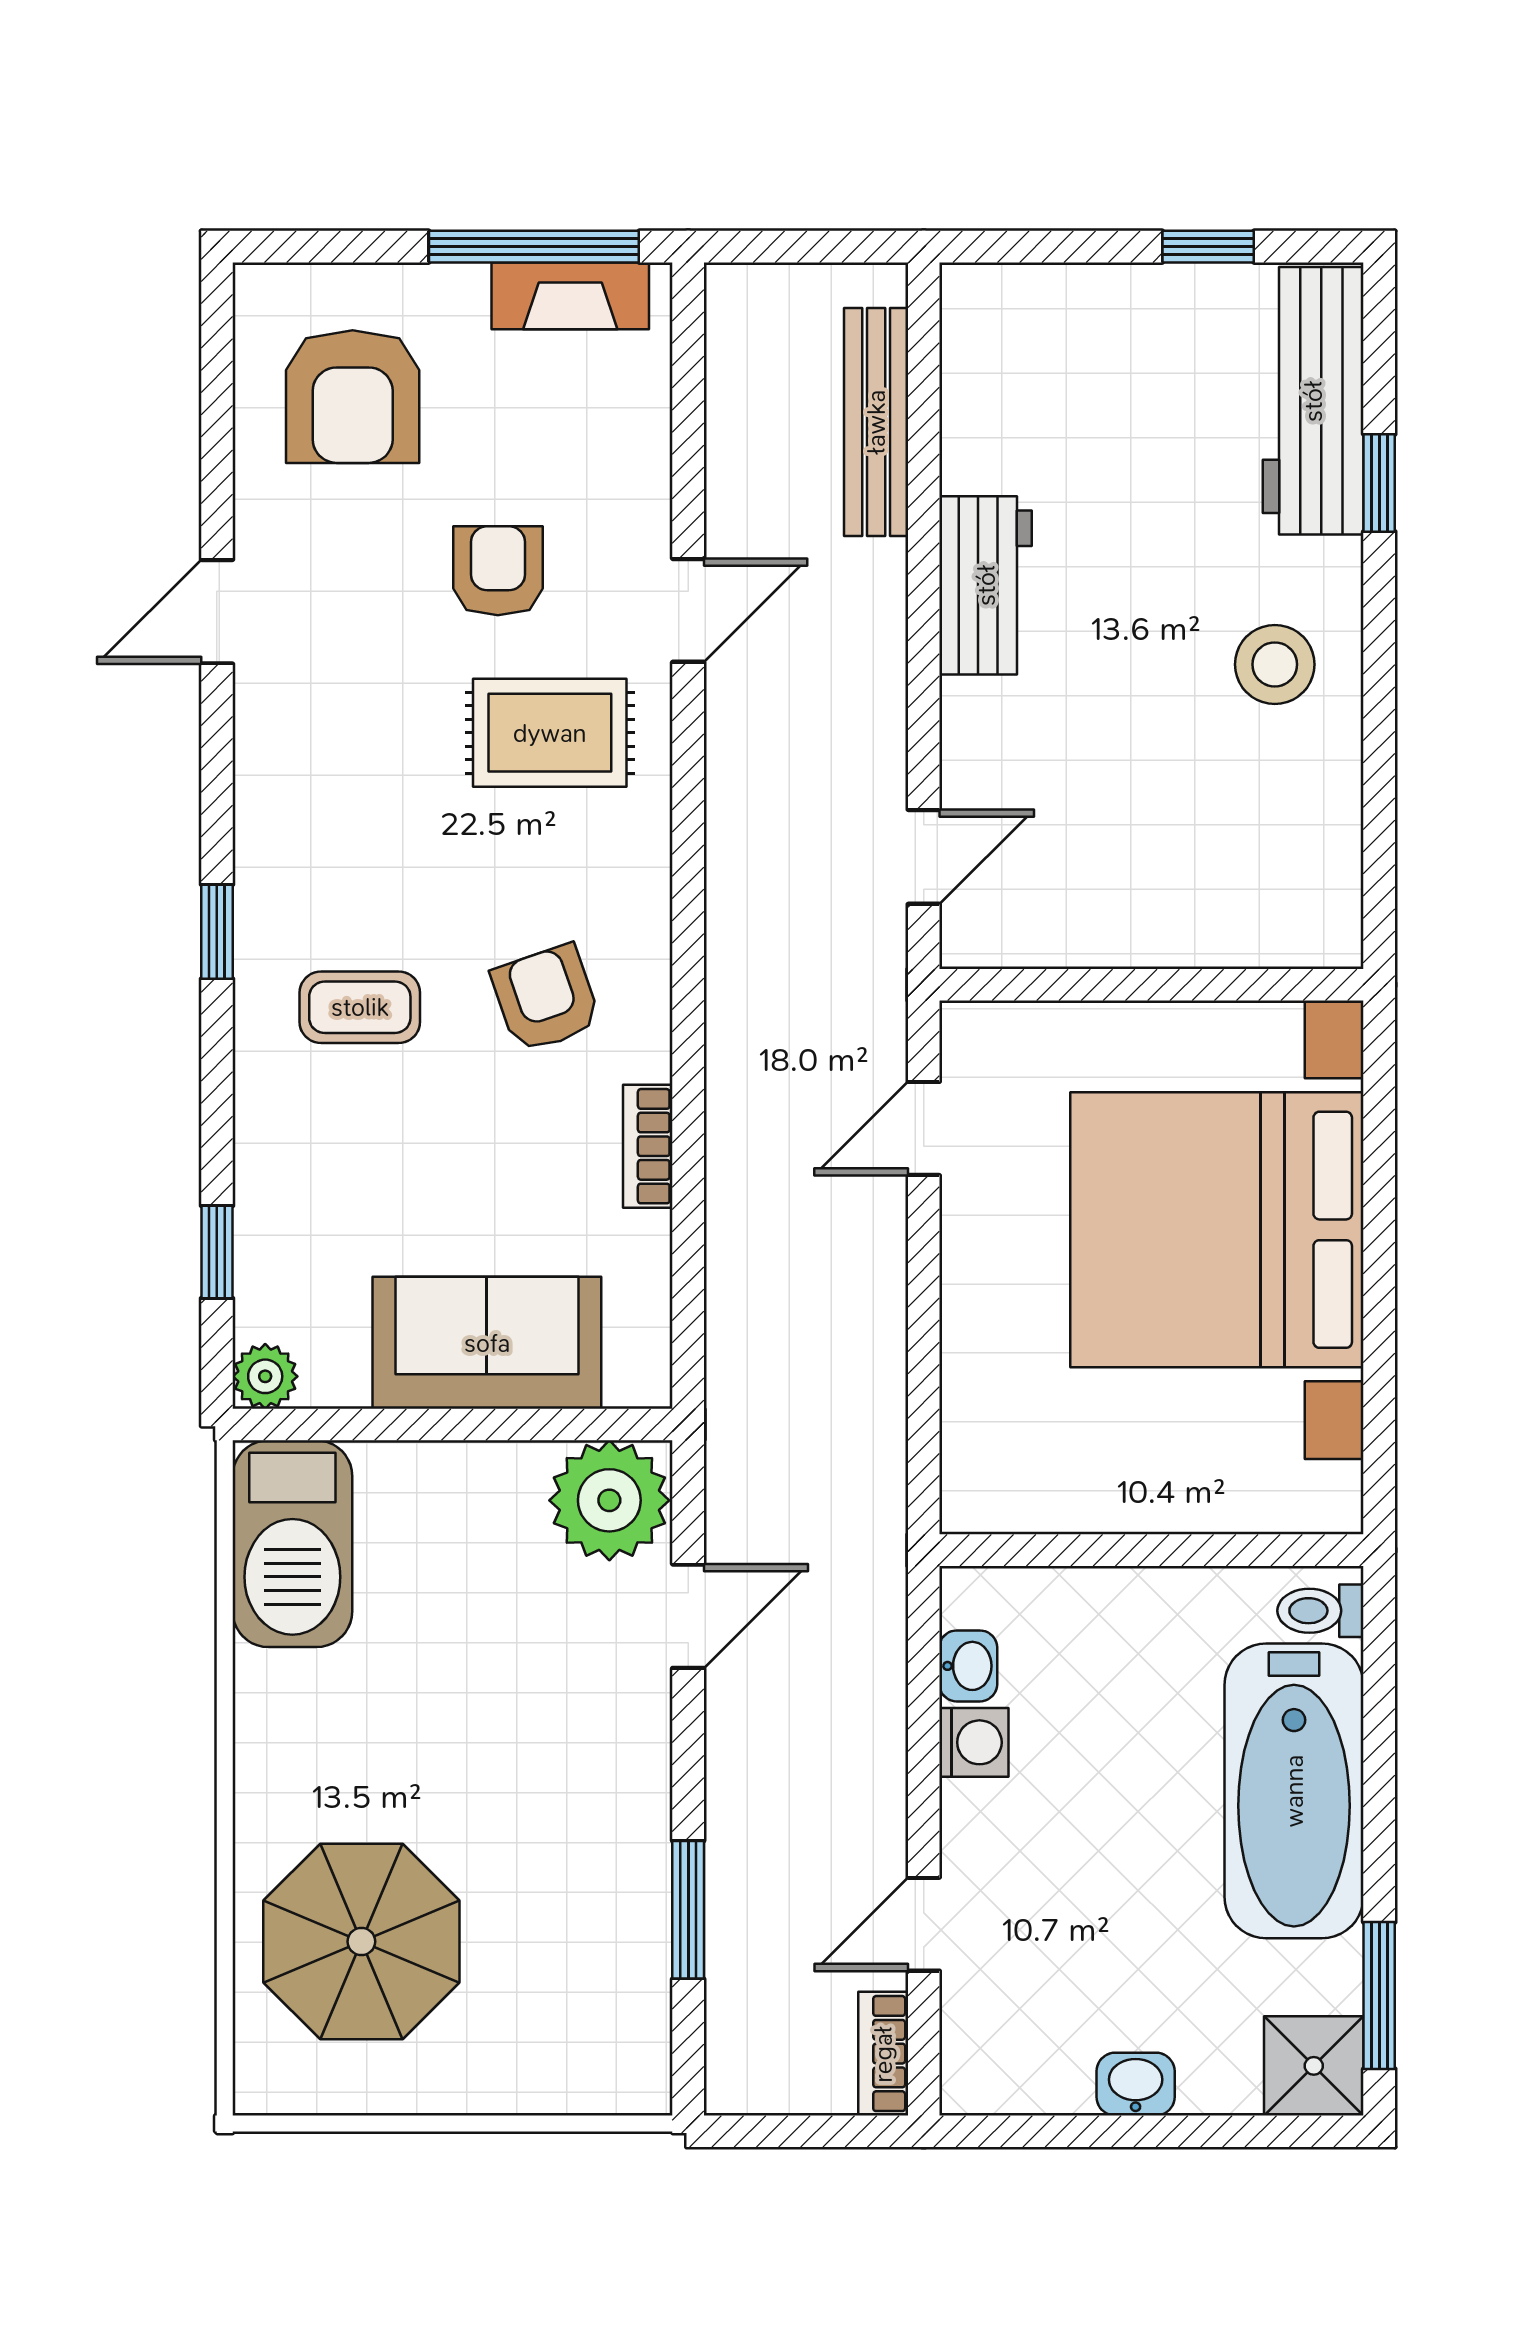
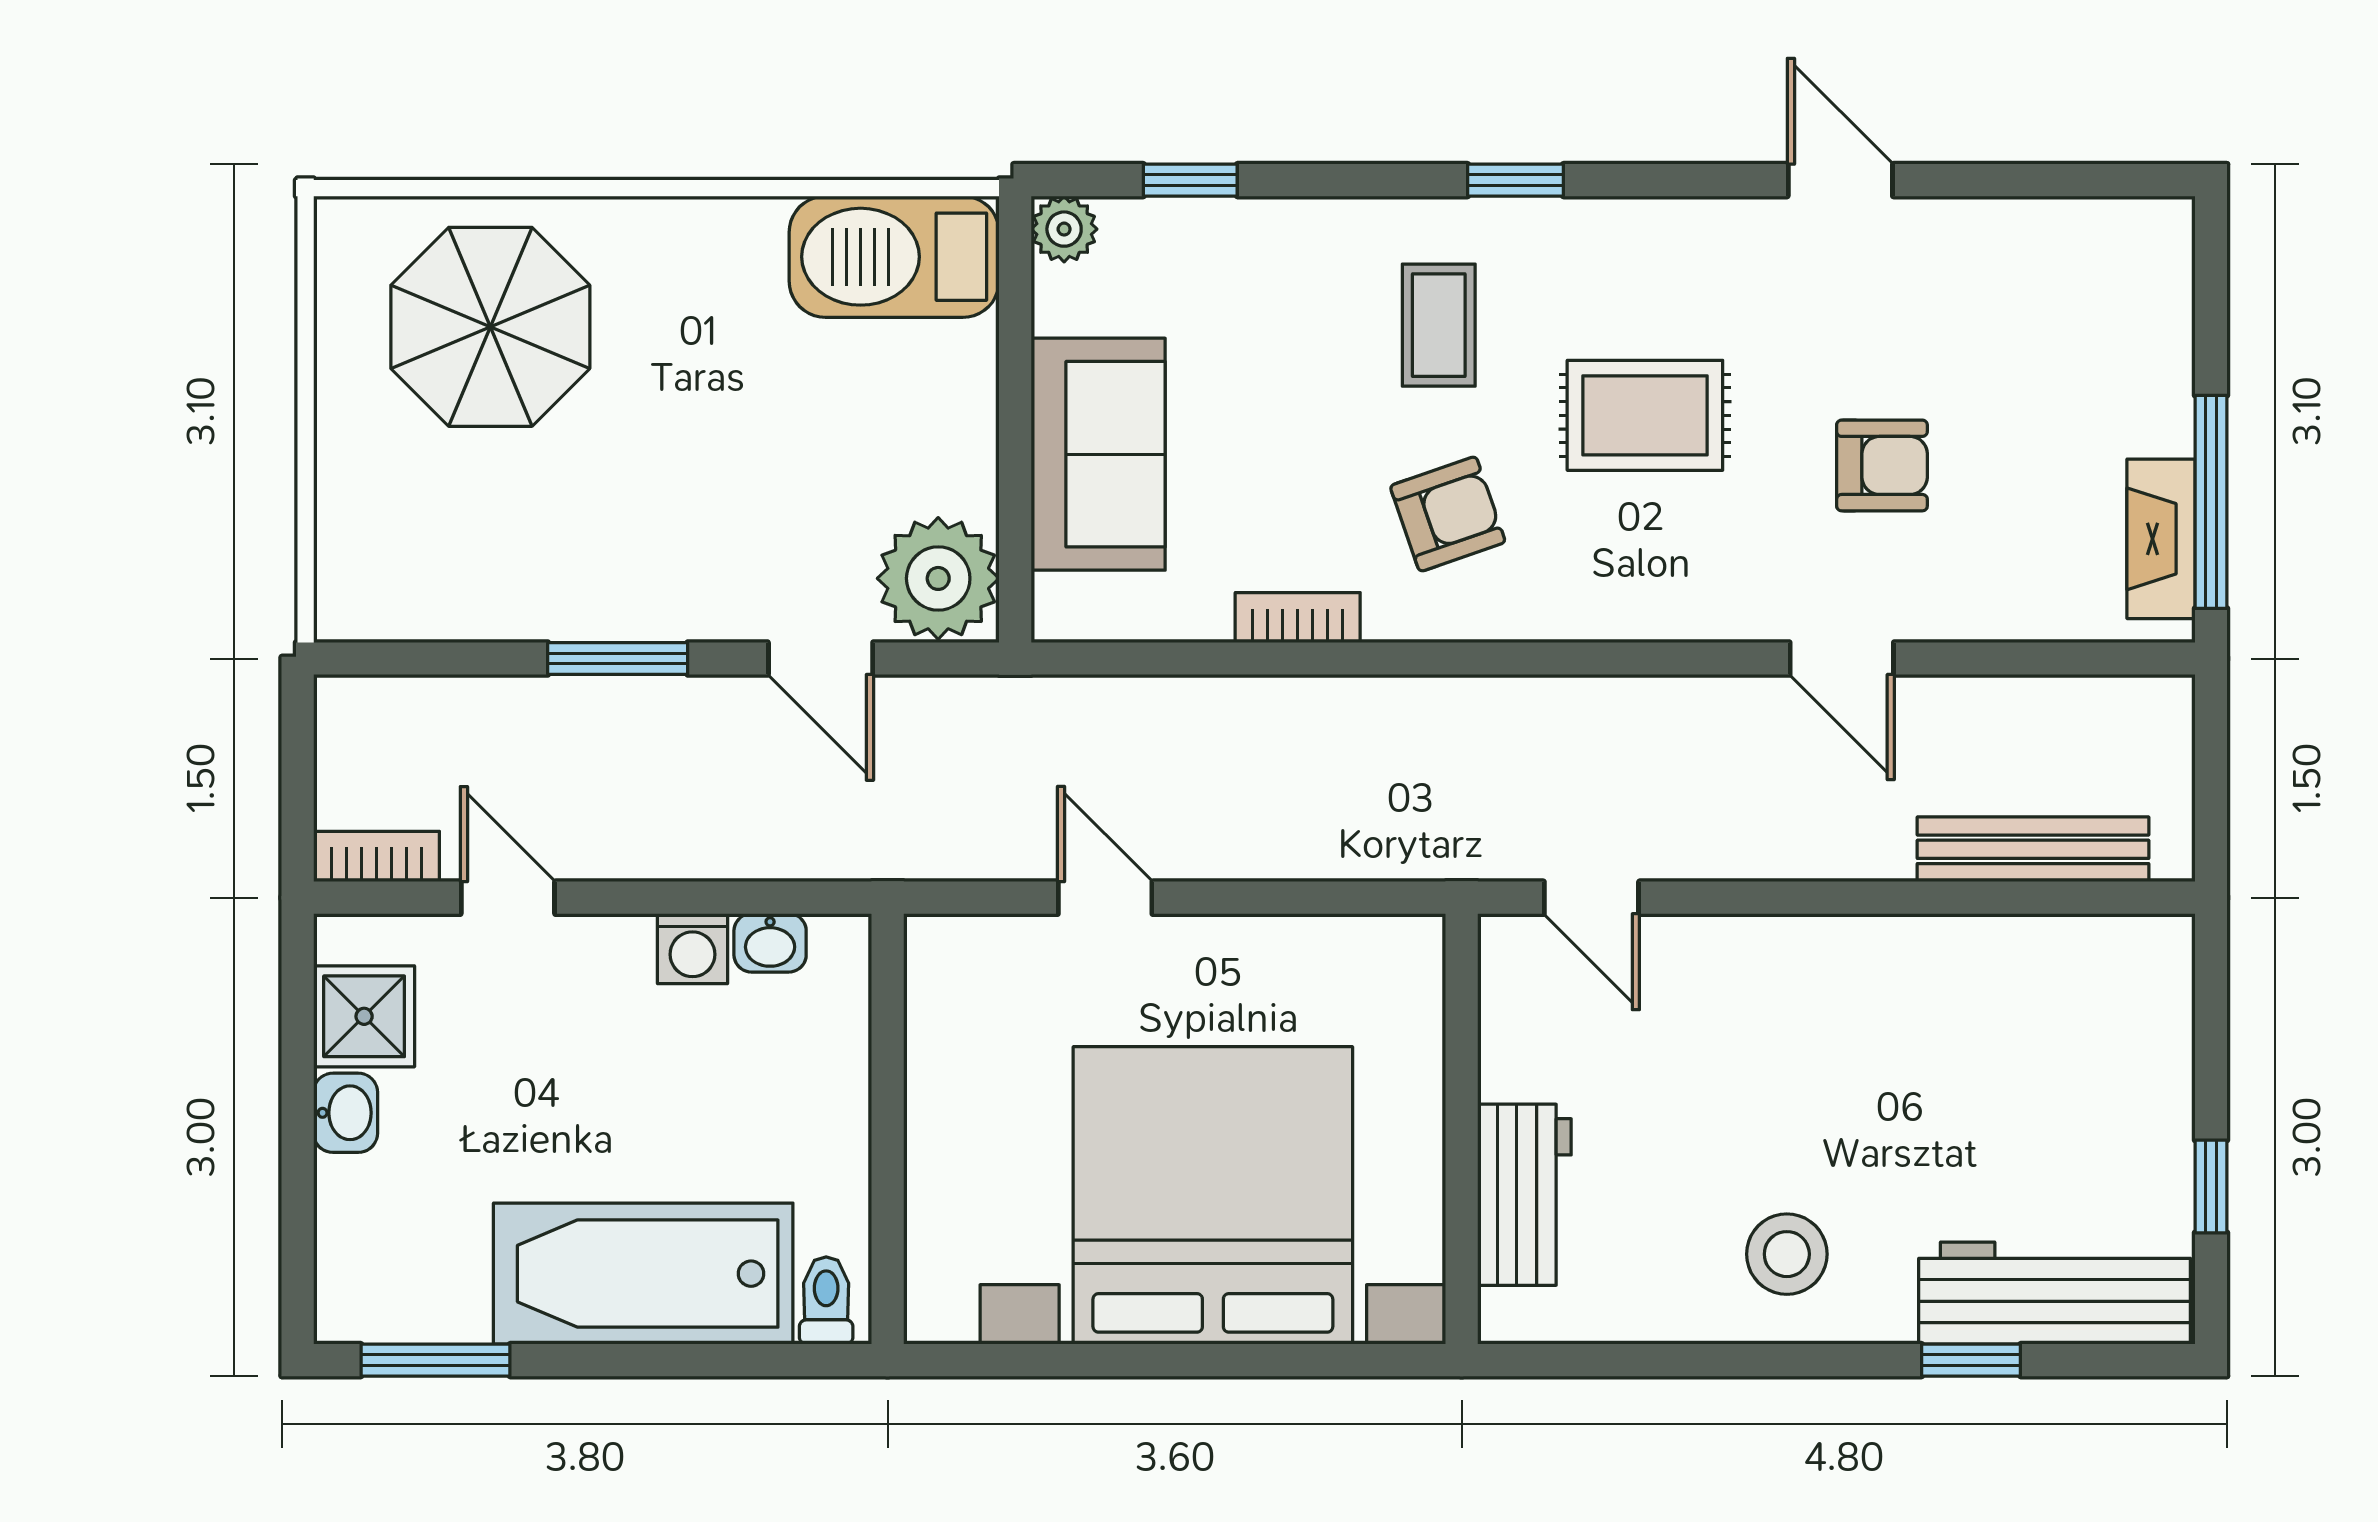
armchair: (353, 397) -> (2059, 318), removed
workbench: (986, 585) -> (1524, 1195), moved, turned -90
rug: (550, 733) -> (1645, 415), moved, turned 90
door: (924, 1128) -> (1105, 898), moved
window: (688, 1910) -> (618, 659), moved
shower: (1314, 2066) -> (364, 1016), moved

